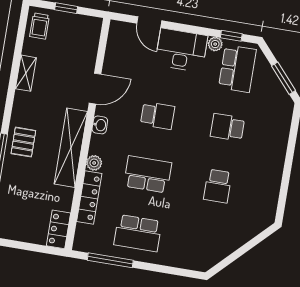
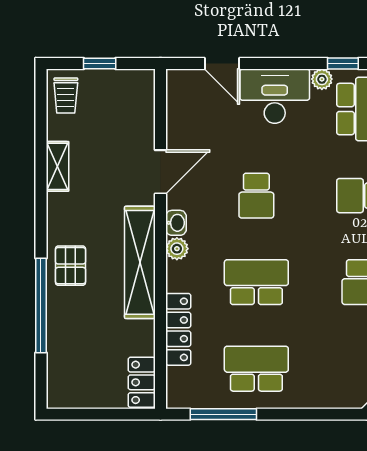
school desk: (157, 116) -> (256, 196), turned 90
plant: (94, 163) -> (177, 249), moved
school desk: (138, 233) -> (256, 369), turned 180

